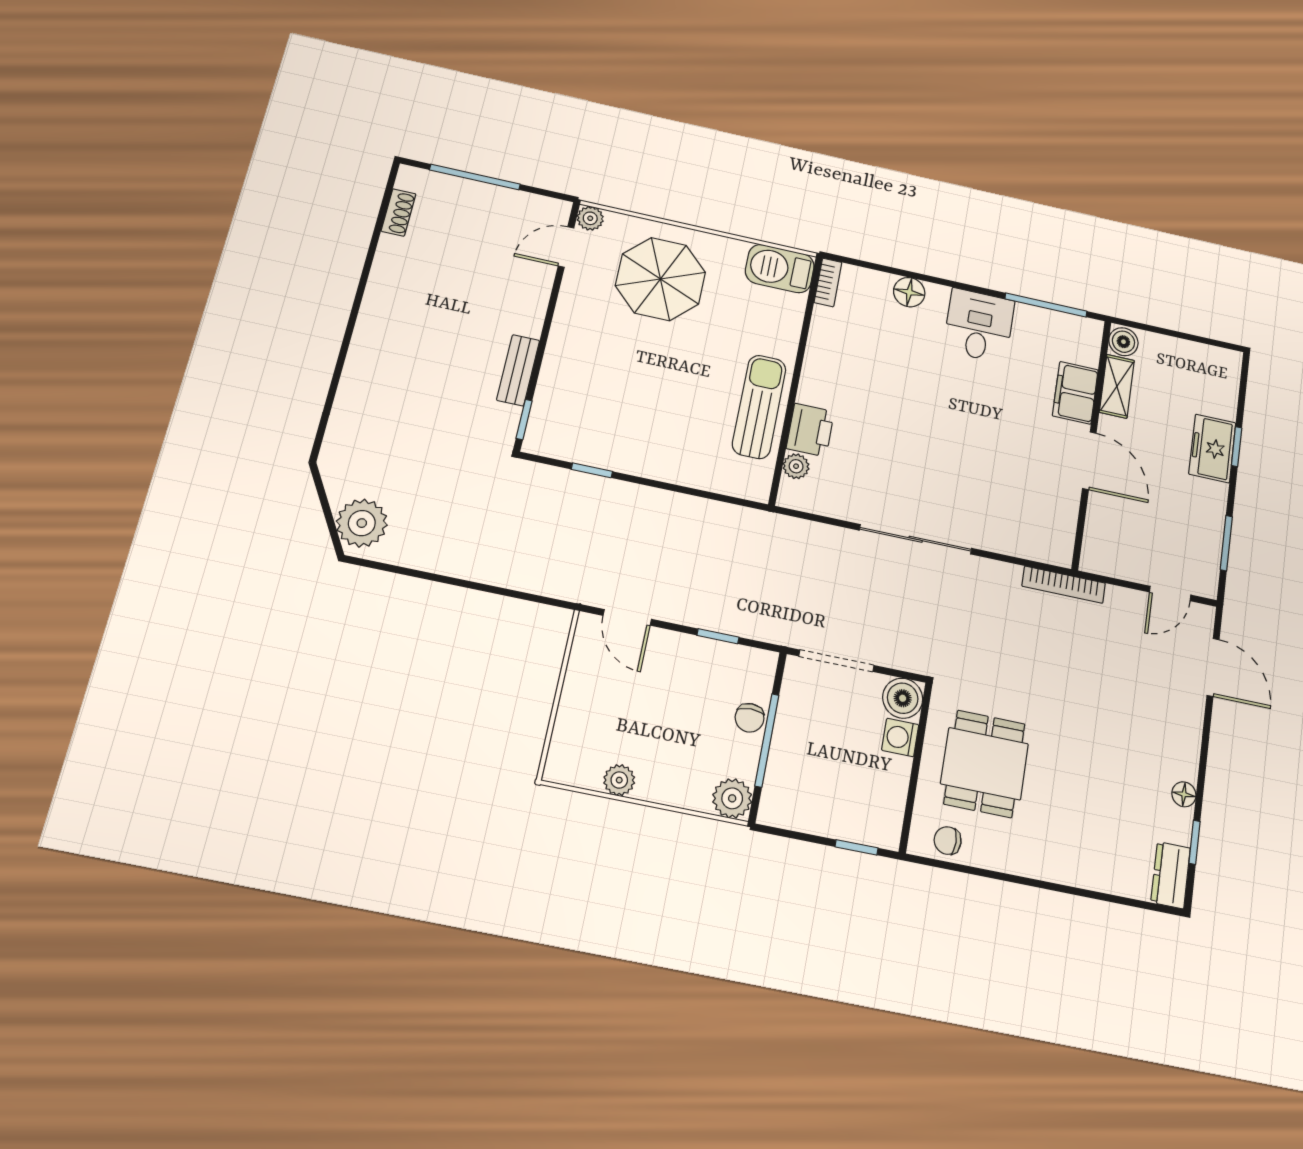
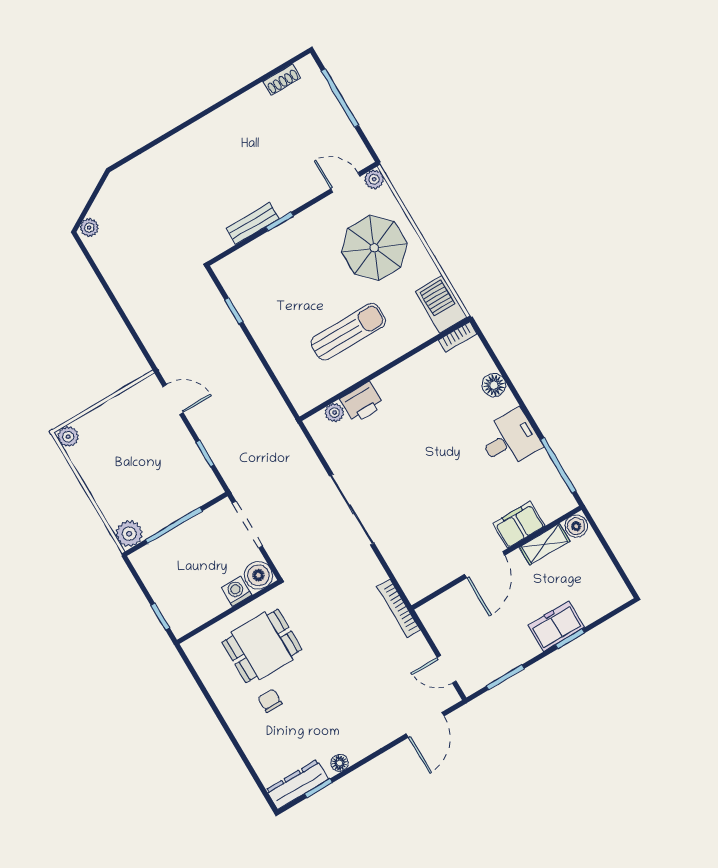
sun lounger: (759, 407) -> (348, 332), moved
window: (524, 420) -> (280, 221), moved
plant: (362, 523) -> (89, 228), width x0.53, depth x0.53
door: (627, 617) -> (173, 400), swing flipped
chair: (750, 718) -> (177, 507), removed
plant: (619, 780) -> (68, 437), moved
chair: (948, 841) -> (270, 701), moved
dresser: (1171, 875) -> (297, 784), width x1.44

